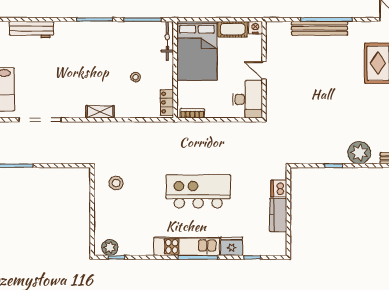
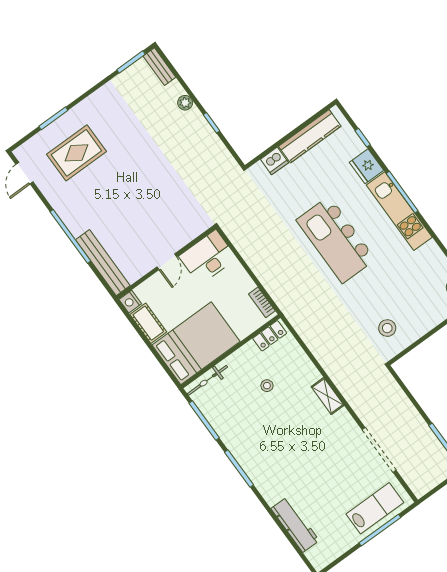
bench: (319, 28) -> (103, 263), moved
plant: (359, 153) -> (185, 103), width x0.53, depth x0.53
kitchen counter: (278, 215) -> (310, 136), width x1.50

